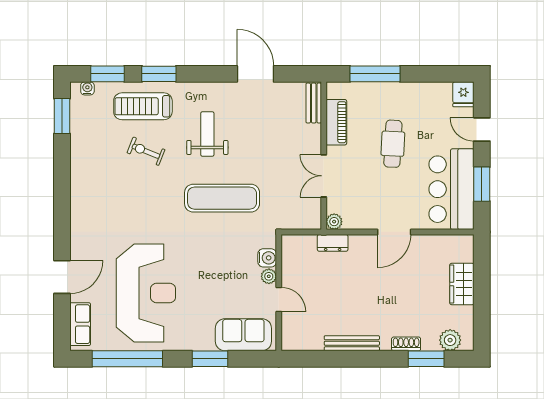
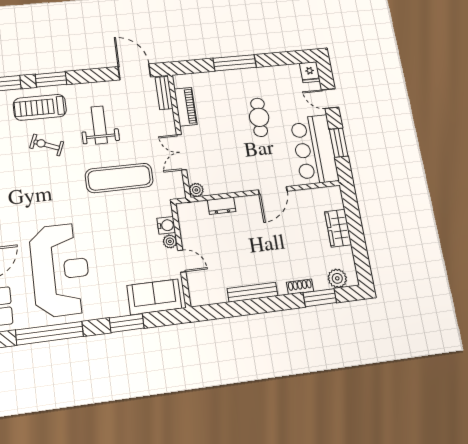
bench: (314, 103) -> (164, 93), moved
piano: (336, 122) -> (186, 107), moved
wall: (324, 156) -> (179, 135), moved
double door: (324, 176) -> (181, 152), moved
plant: (334, 222) -> (196, 190), moved

